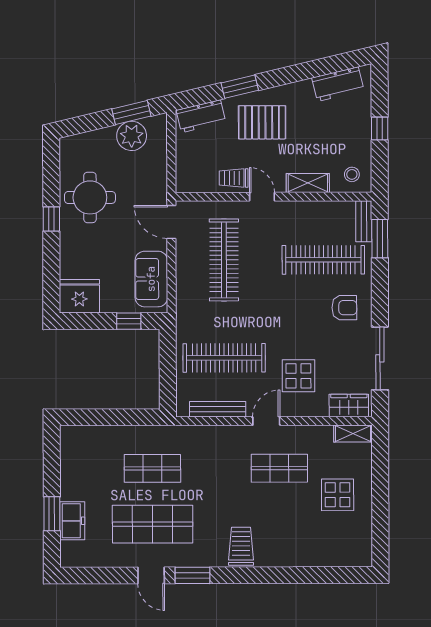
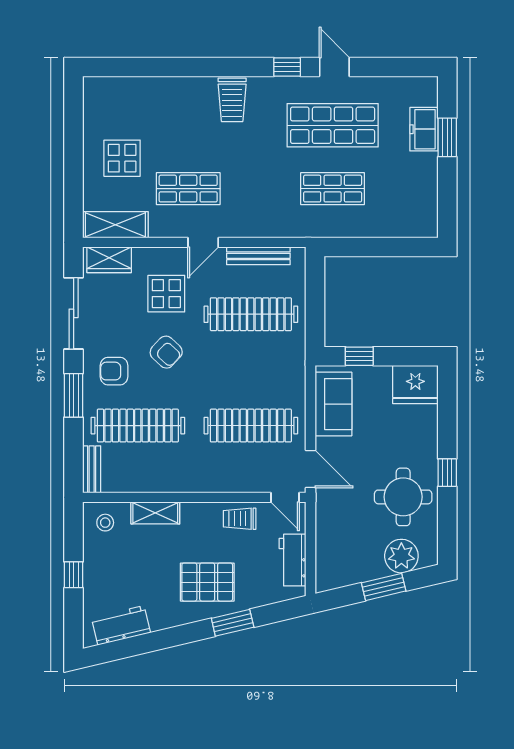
window: (131, 112) -> (384, 587), moved
workbench: (201, 116) -> (293, 560), moved, turned -77
plant: (132, 136) -> (401, 556), moved
trolley: (234, 178) -> (240, 519), turned 180
door: (262, 197) -> (285, 497), moved
window: (380, 239) -> (74, 395), moved
clothes rail: (224, 260) -> (251, 426), turned 90
armchair: (299, 324) -> (166, 352), added
shelving: (353, 433) -> (115, 225), width x1.50, depth x1.33
window: (193, 575) -> (287, 67), width x0.67

